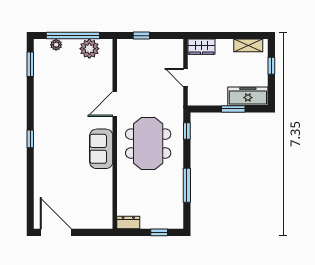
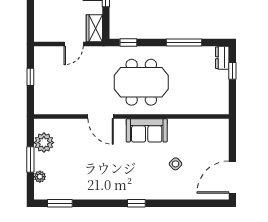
window: (73, 36) -> (30, 159), width x0.47
window: (141, 36) -> (30, 77), moved
wardrobe: (201, 47) -> (94, 28), moved, turned 180
side table: (69, 177) -> (176, 164), added
dresser: (128, 222) -> (222, 58), moved

